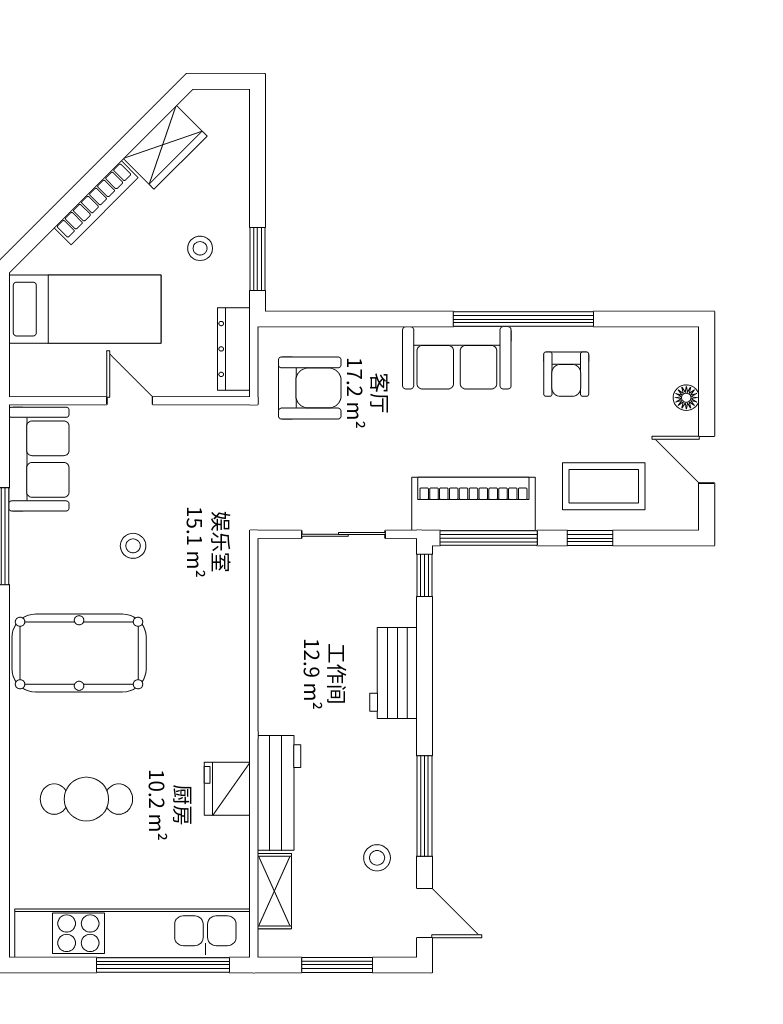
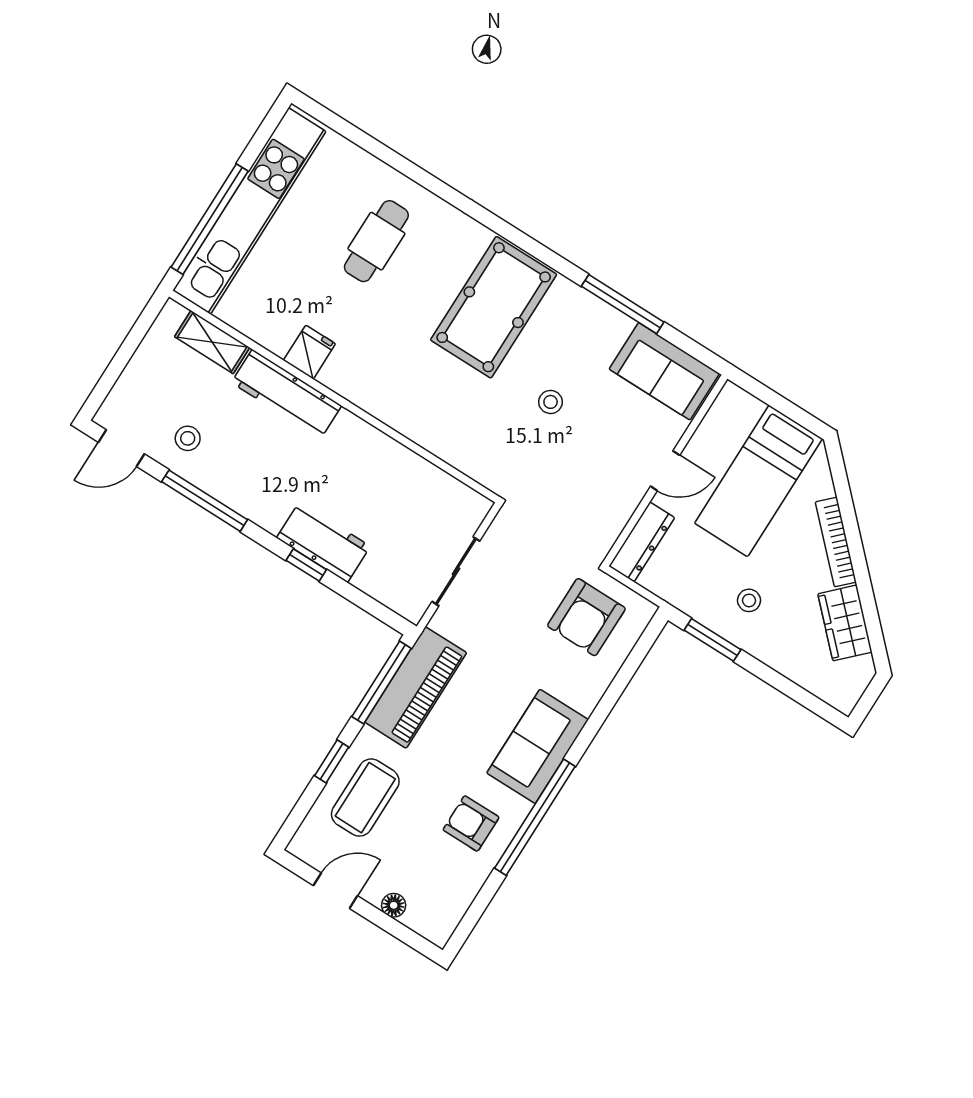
dresser: (234, 349) -> (642, 542), moved, turned 90
window: (425, 575) -> (306, 565), moved
fridge: (227, 789) -> (309, 352), width x0.72
window: (337, 965) -> (124, 355), removed

